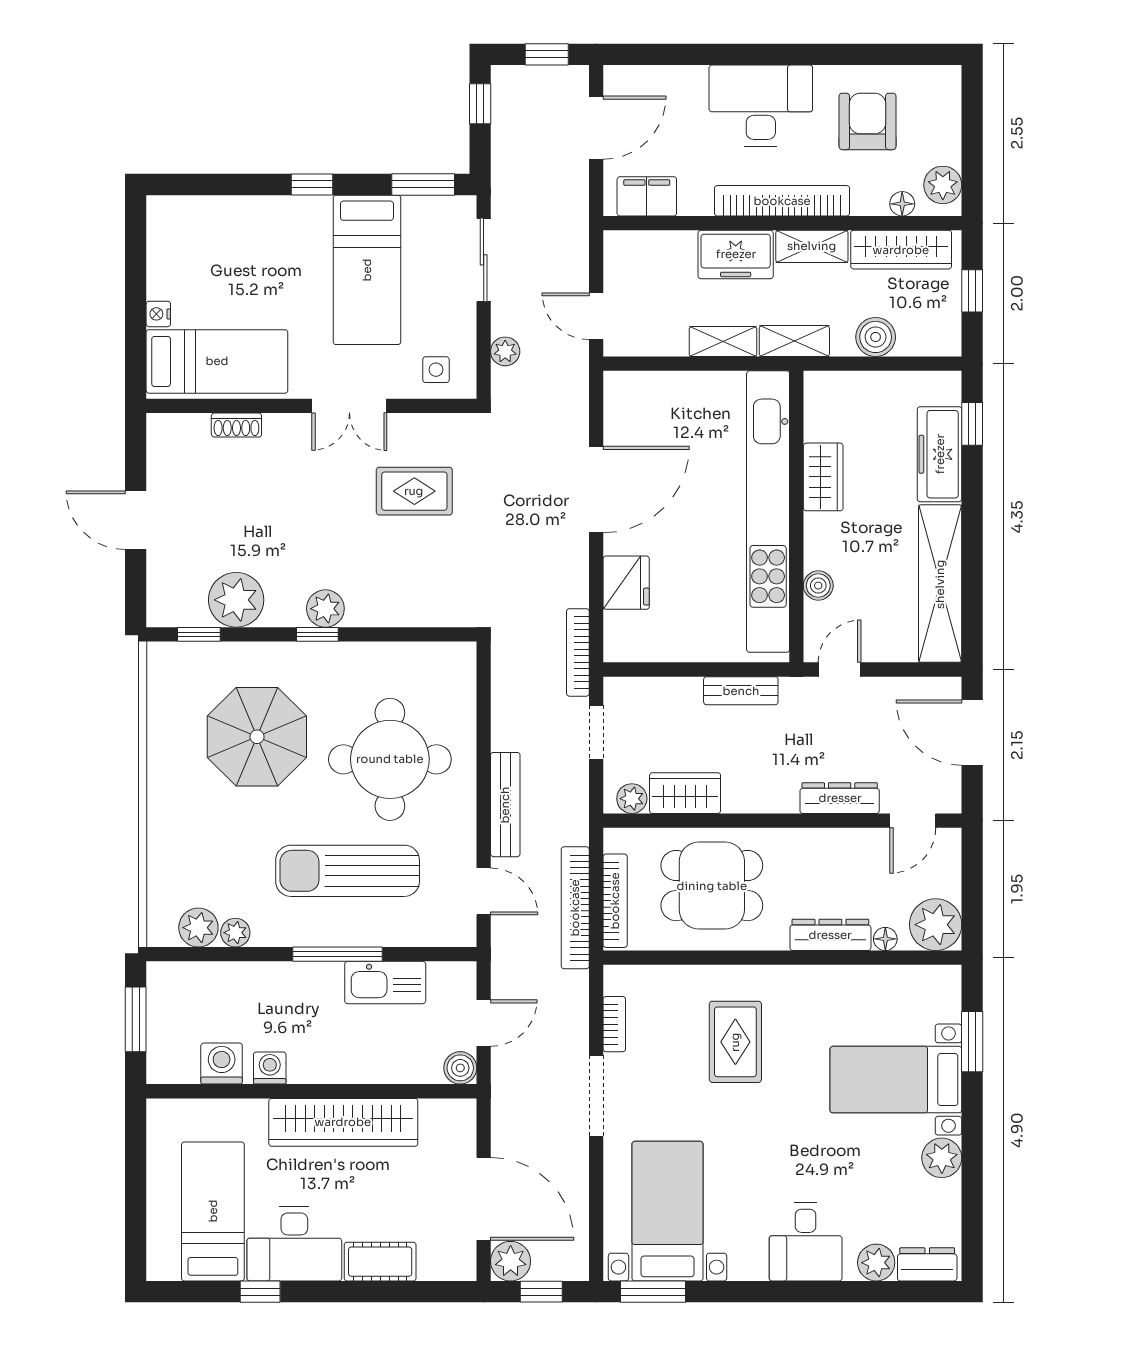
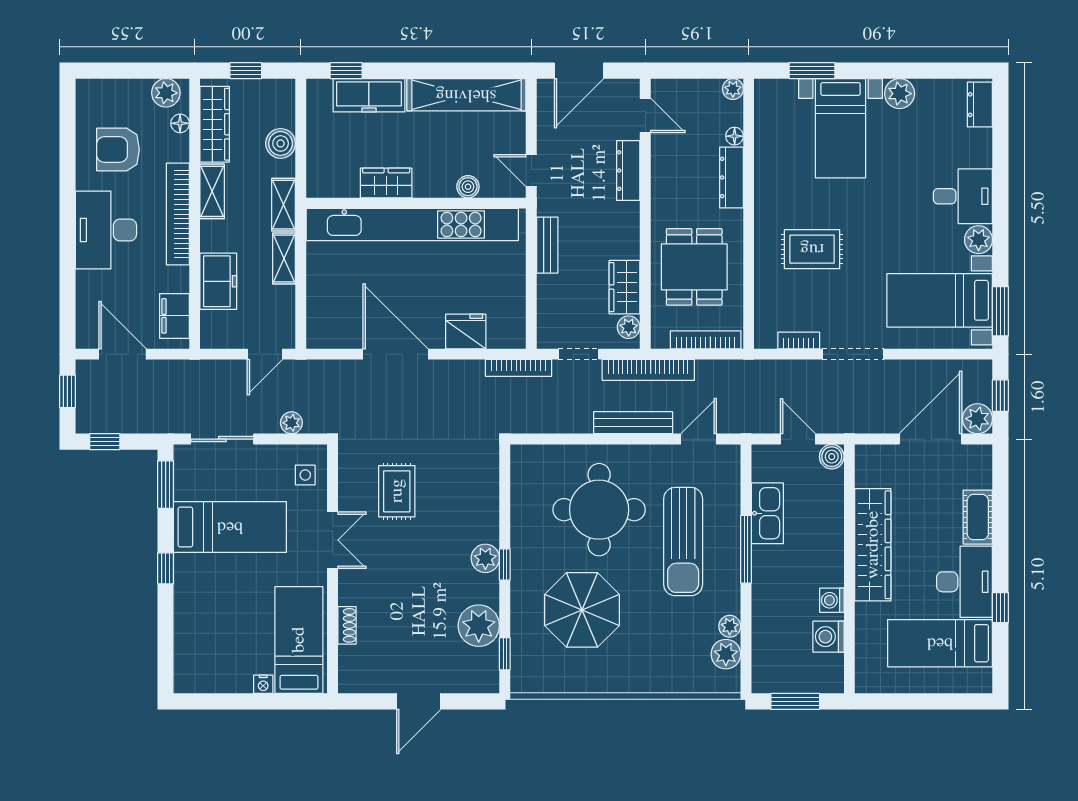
freezer: (736, 254) -> (218, 281), moved
bookcase: (575, 908) -> (648, 370), moved
plant: (936, 925) -> (733, 89), width x0.53, depth x0.53
plant: (876, 1263) -> (979, 240), moved

